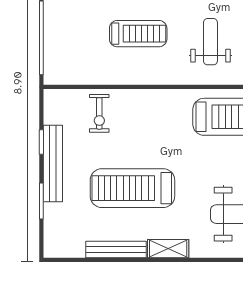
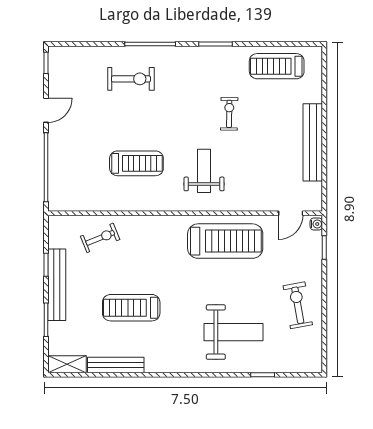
exercise bike: (99, 113) -> (100, 238), turned -112
treadmill: (132, 188) -> (131, 308), width x0.73, depth x0.73
shelving: (168, 249) -> (67, 364), moved

